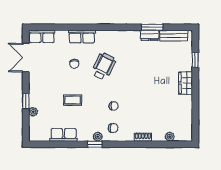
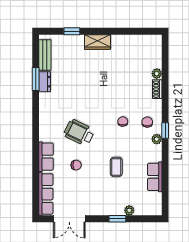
row of seats: (42, 36) -> (46, 194), width x1.48
plant: (170, 137) -> (157, 74), moved
window: (95, 144) -> (165, 130), moved

